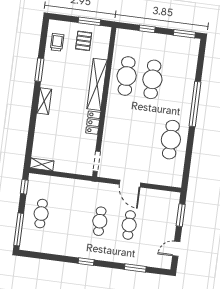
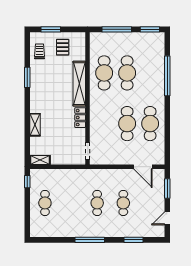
window: (89, 21) -> (51, 29), moved
window: (147, 29) -> (117, 29), width x2.17
shelving: (44, 101) -> (35, 125), moved
window: (195, 104) -> (167, 76), moved
cafe table: (145, 136) -> (127, 124), added
door: (130, 184) -> (143, 167), moved
window: (19, 229) -> (27, 219), removed
window: (86, 262) -> (90, 240), width x2.17

